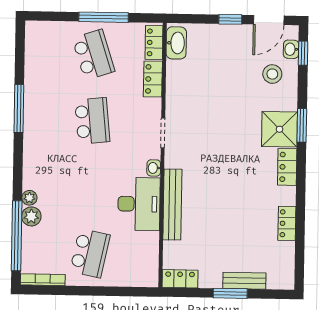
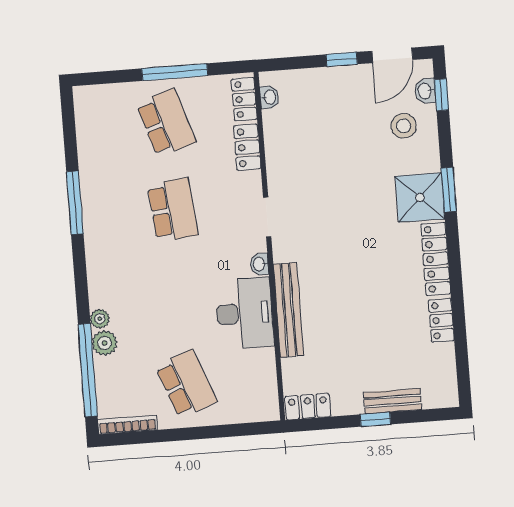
washbasin: (176, 43) -> (269, 97), width x0.52, depth x0.69
locker: (287, 167) -> (436, 259), width x1.53
school desk: (90, 253) -> (186, 384), turned -33
window: (230, 293) -> (375, 419), width x0.67

